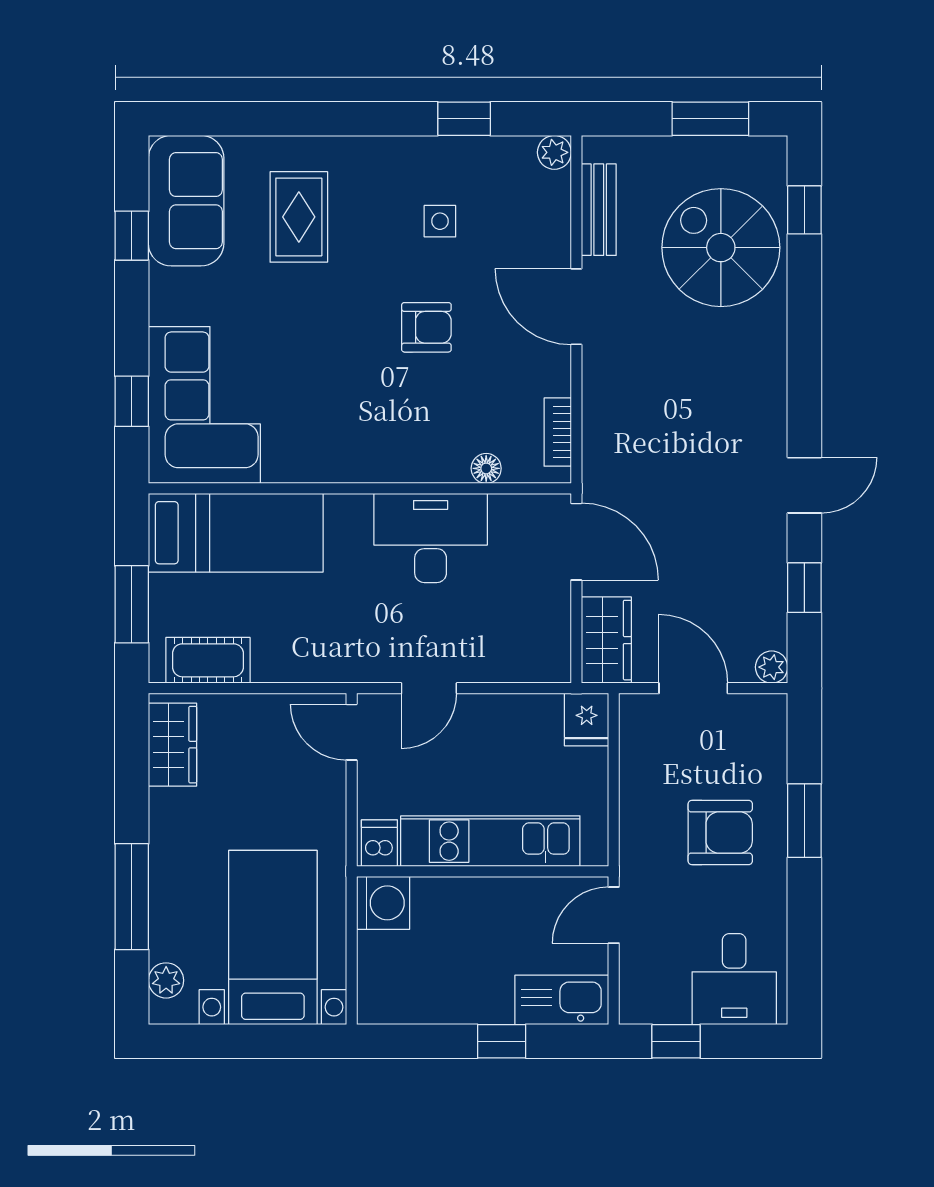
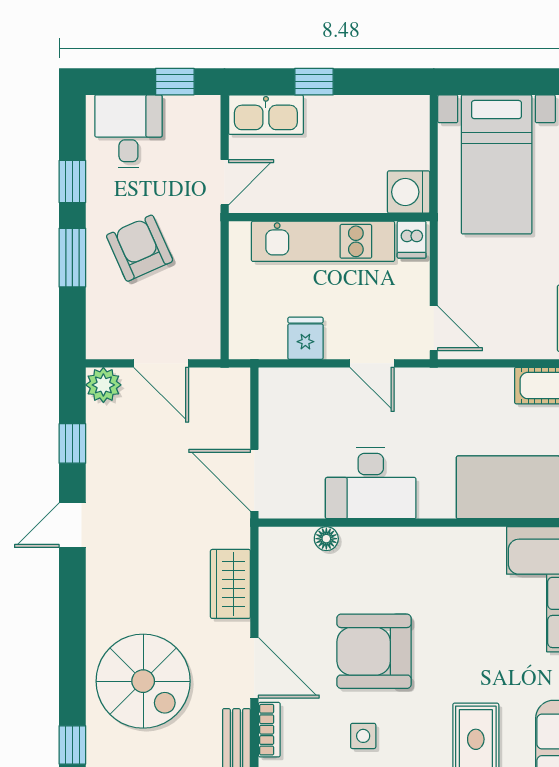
spiral stairs: (721, 248) -> (143, 681), moved
armchair: (426, 327) -> (374, 651), width x1.88, depth x1.88
bookcase: (558, 432) -> (269, 730), moved
wardrobe: (606, 640) -> (230, 584), moved
plant: (772, 667) -> (103, 385), width x1.38, depth x1.38
door: (429, 688) -> (372, 363), swing flipped
fridge: (587, 720) -> (305, 338), moved
armchair: (720, 832) -> (140, 248), turned 66
window: (804, 916) -> (72, 181), added

